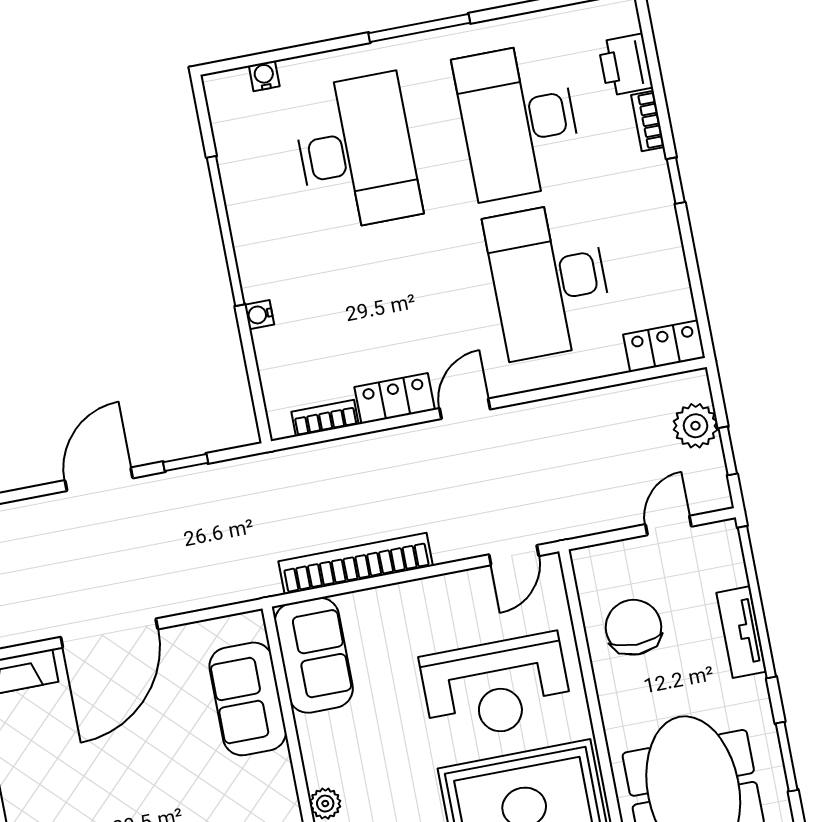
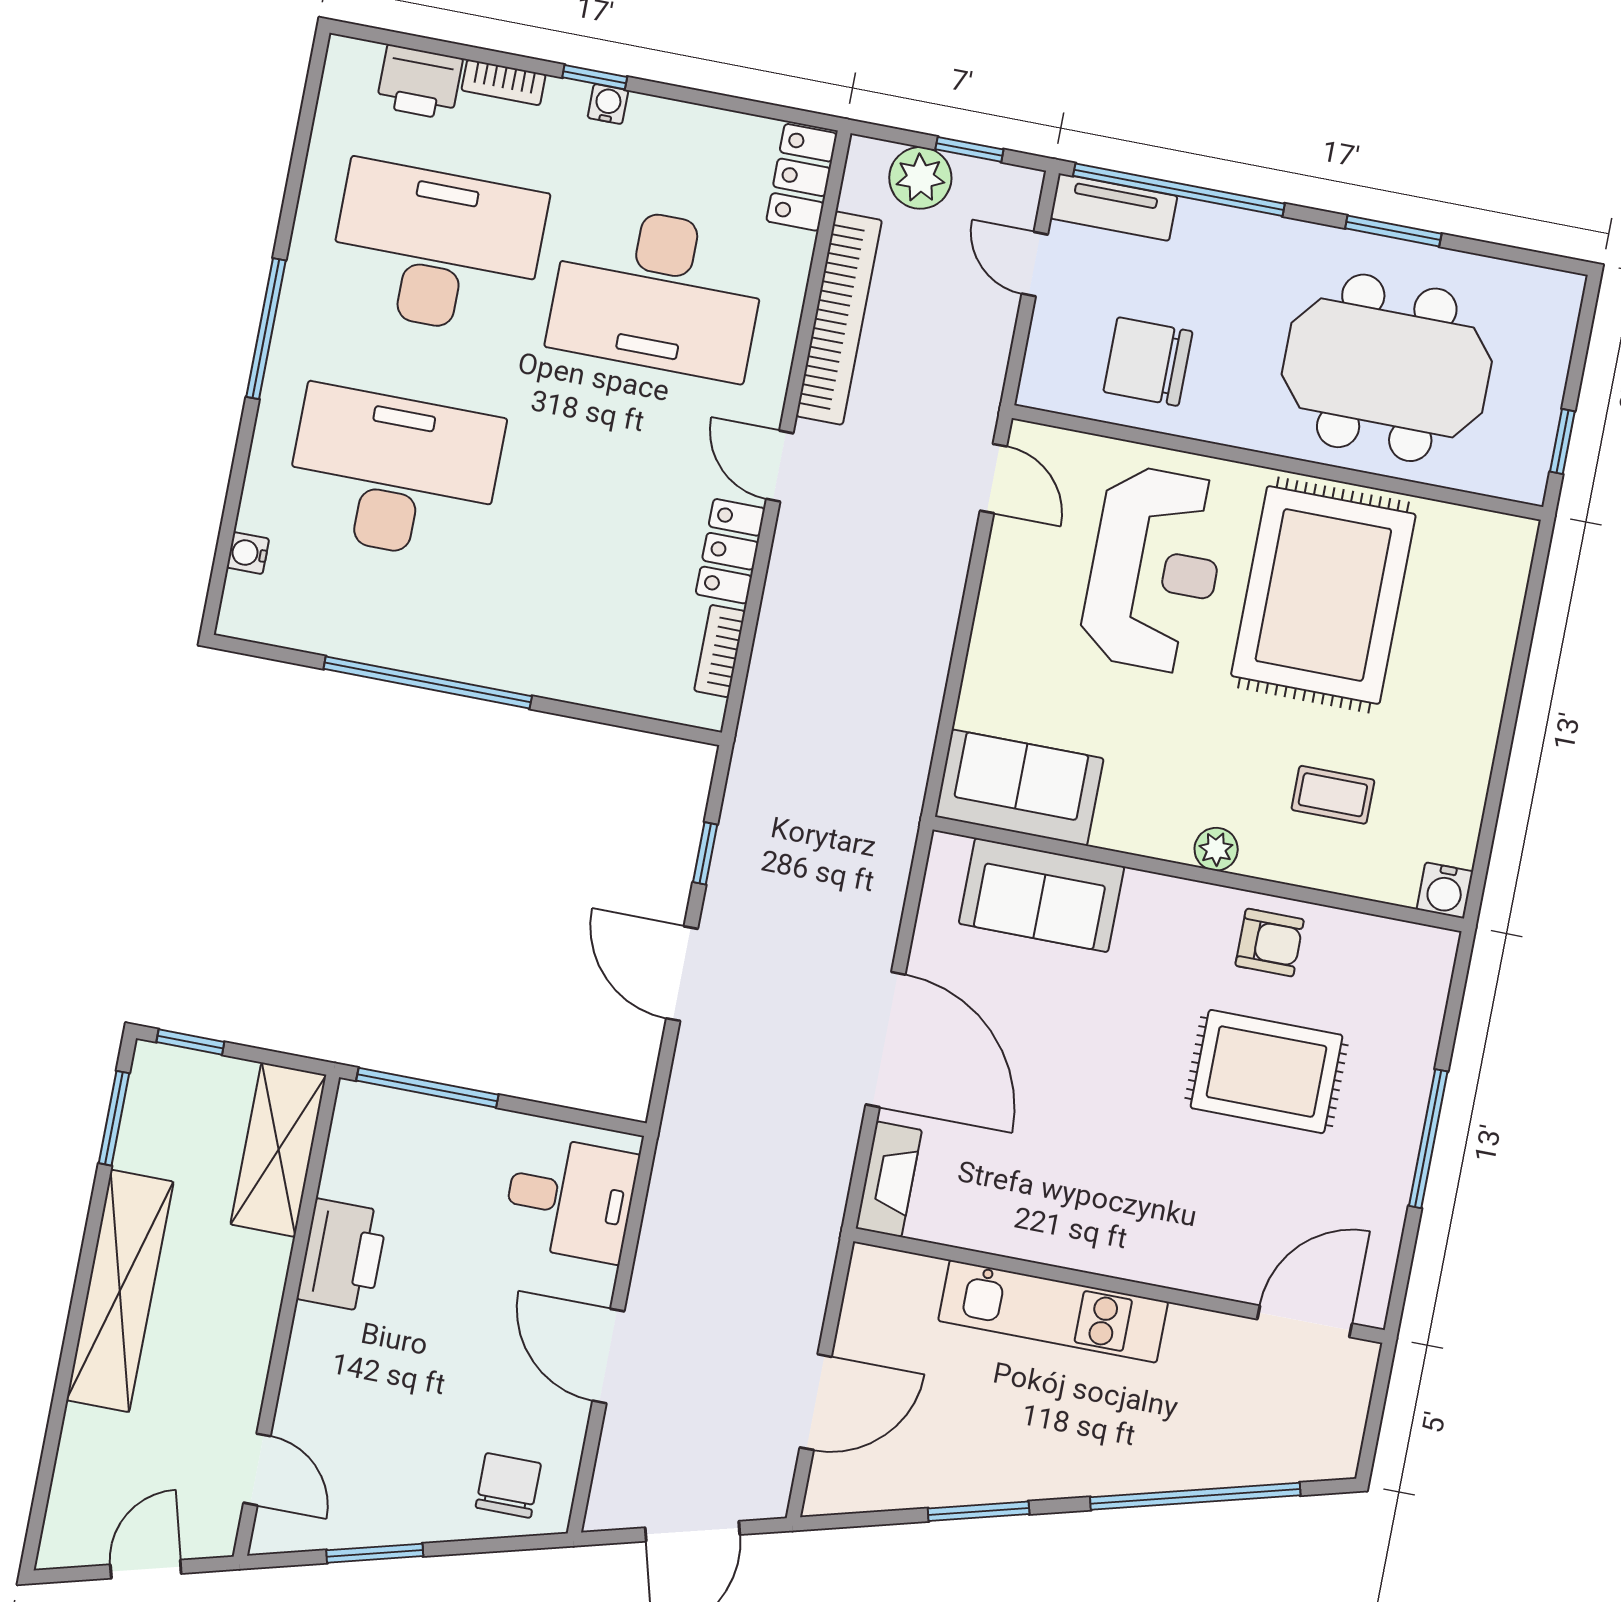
desk: (518, 121) -> (437, 249), turned 180
water cooler: (259, 315) -> (608, 104), moved, turned 180
bookcase: (356, 564) -> (839, 318), moved, turned 180
tv unit: (741, 632) -> (1114, 207), moved

